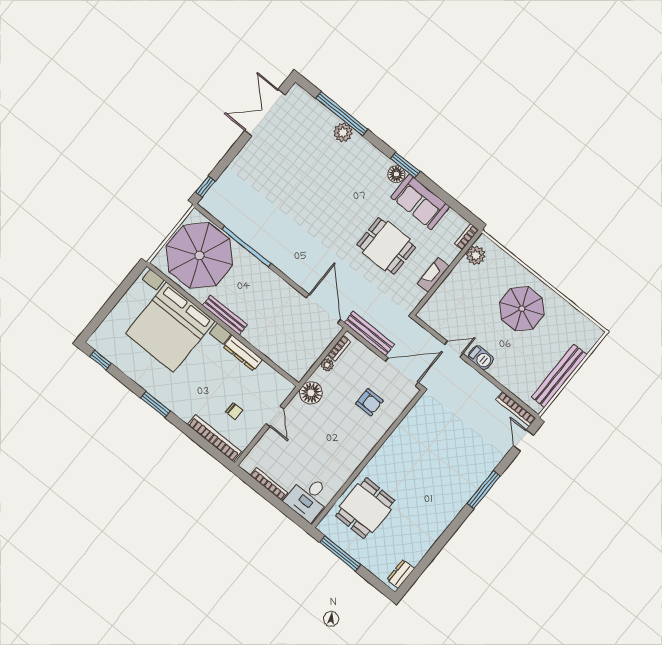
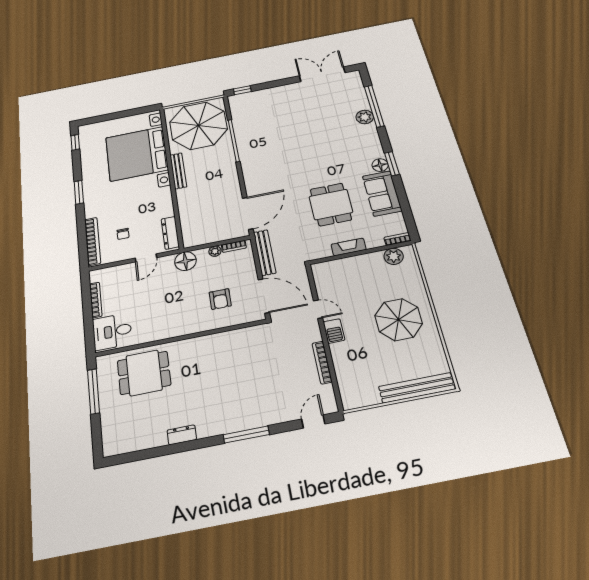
dresser: (243, 353) -> (170, 233), moved
bench: (559, 376) -> (417, 388), moved
bookcase: (516, 409) -> (322, 363), moved
dresser: (401, 574) -> (182, 435), moved

